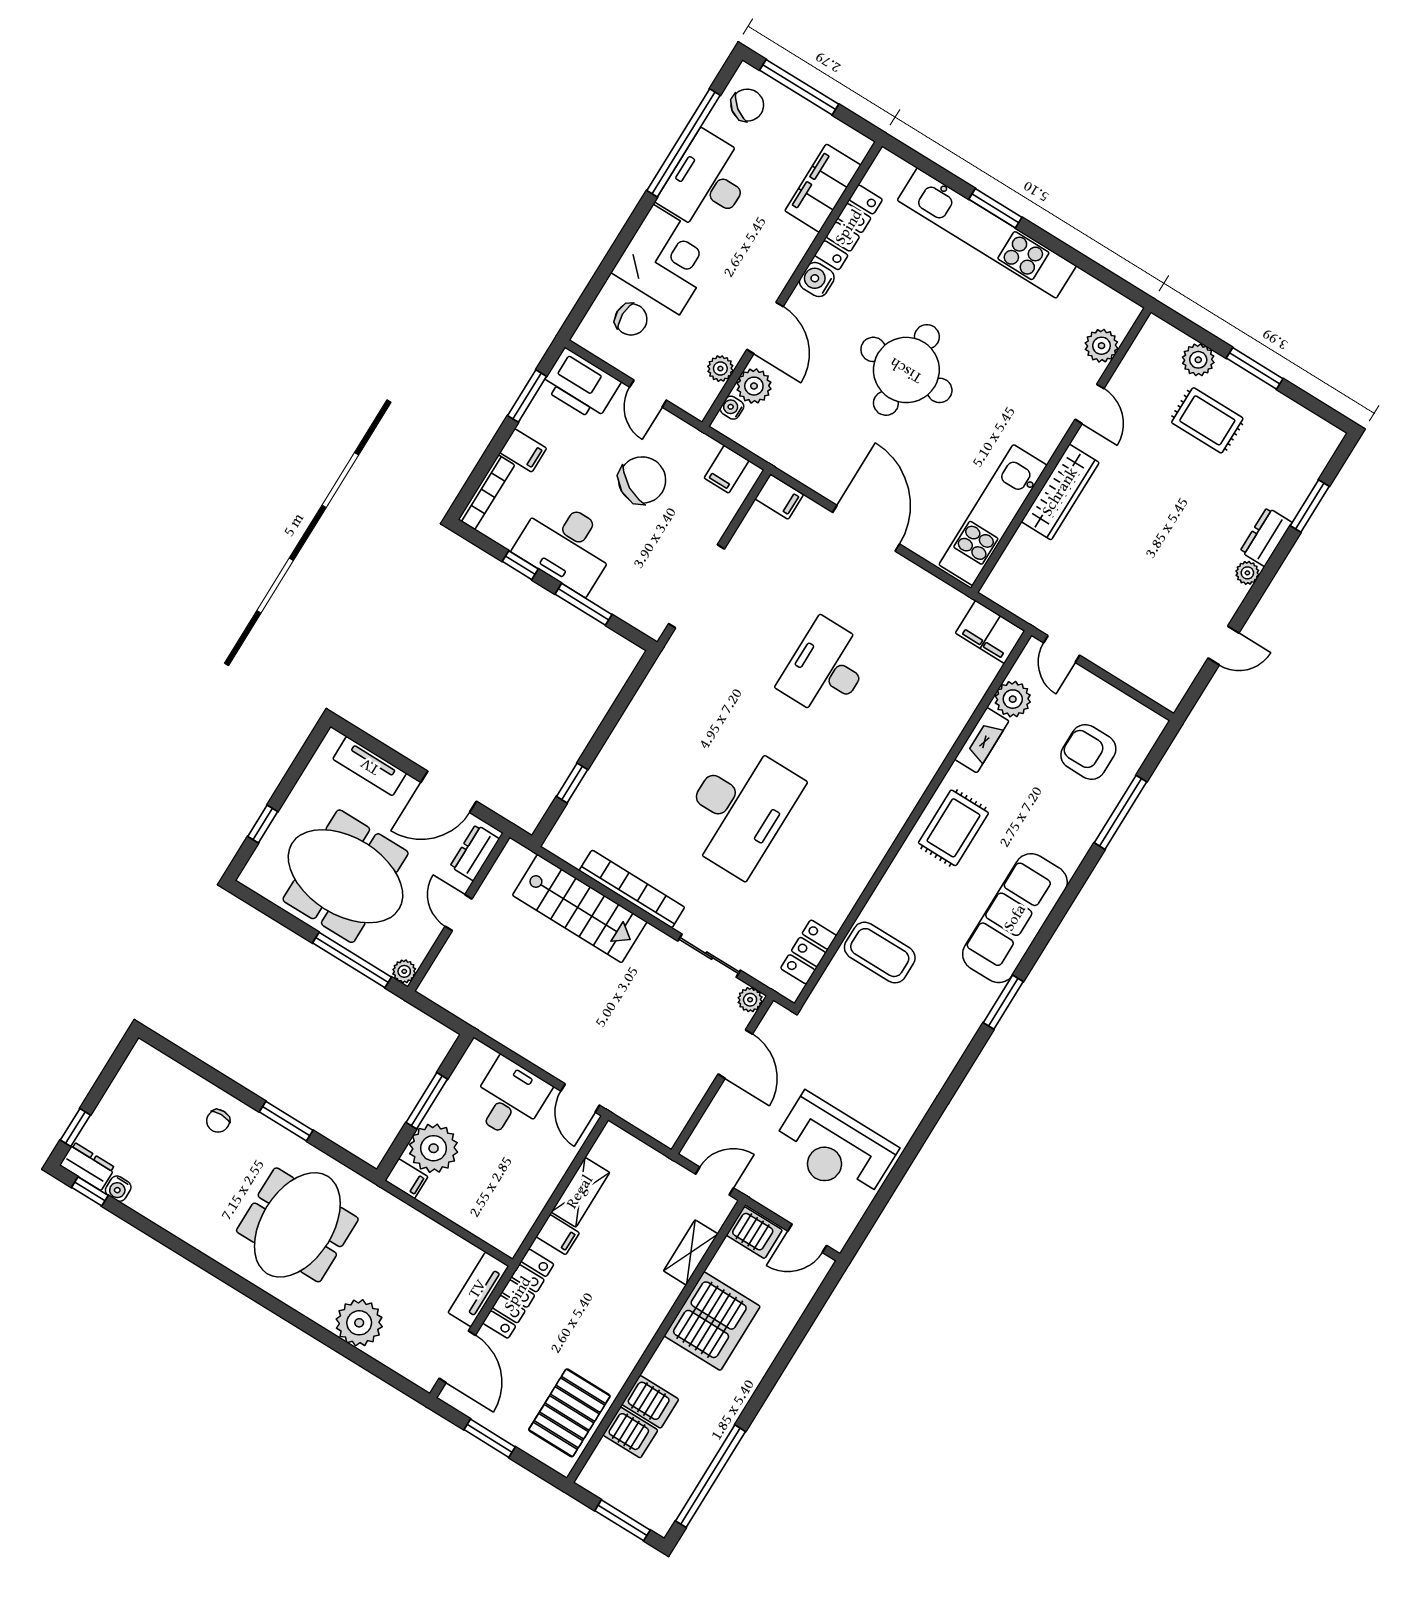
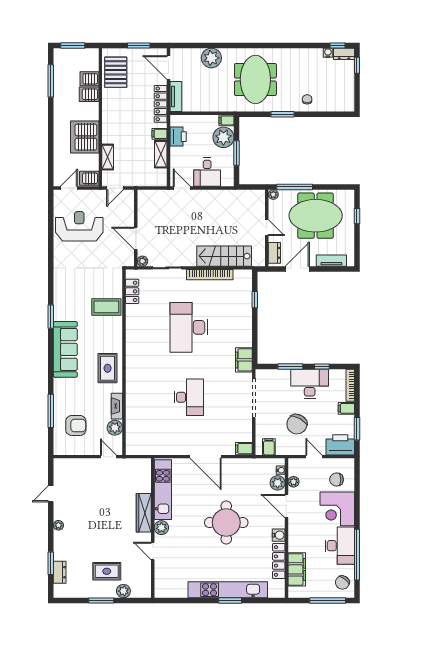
plant: (1101, 346) -> (161, 528), moved
dresser: (1266, 537) -> (60, 572), moved
filing cabinet: (990, 632) -> (244, 360), moved, turned -90
printer: (524, 1206) -> (178, 137), added
window: (710, 1476) -> (51, 81), width x0.68

